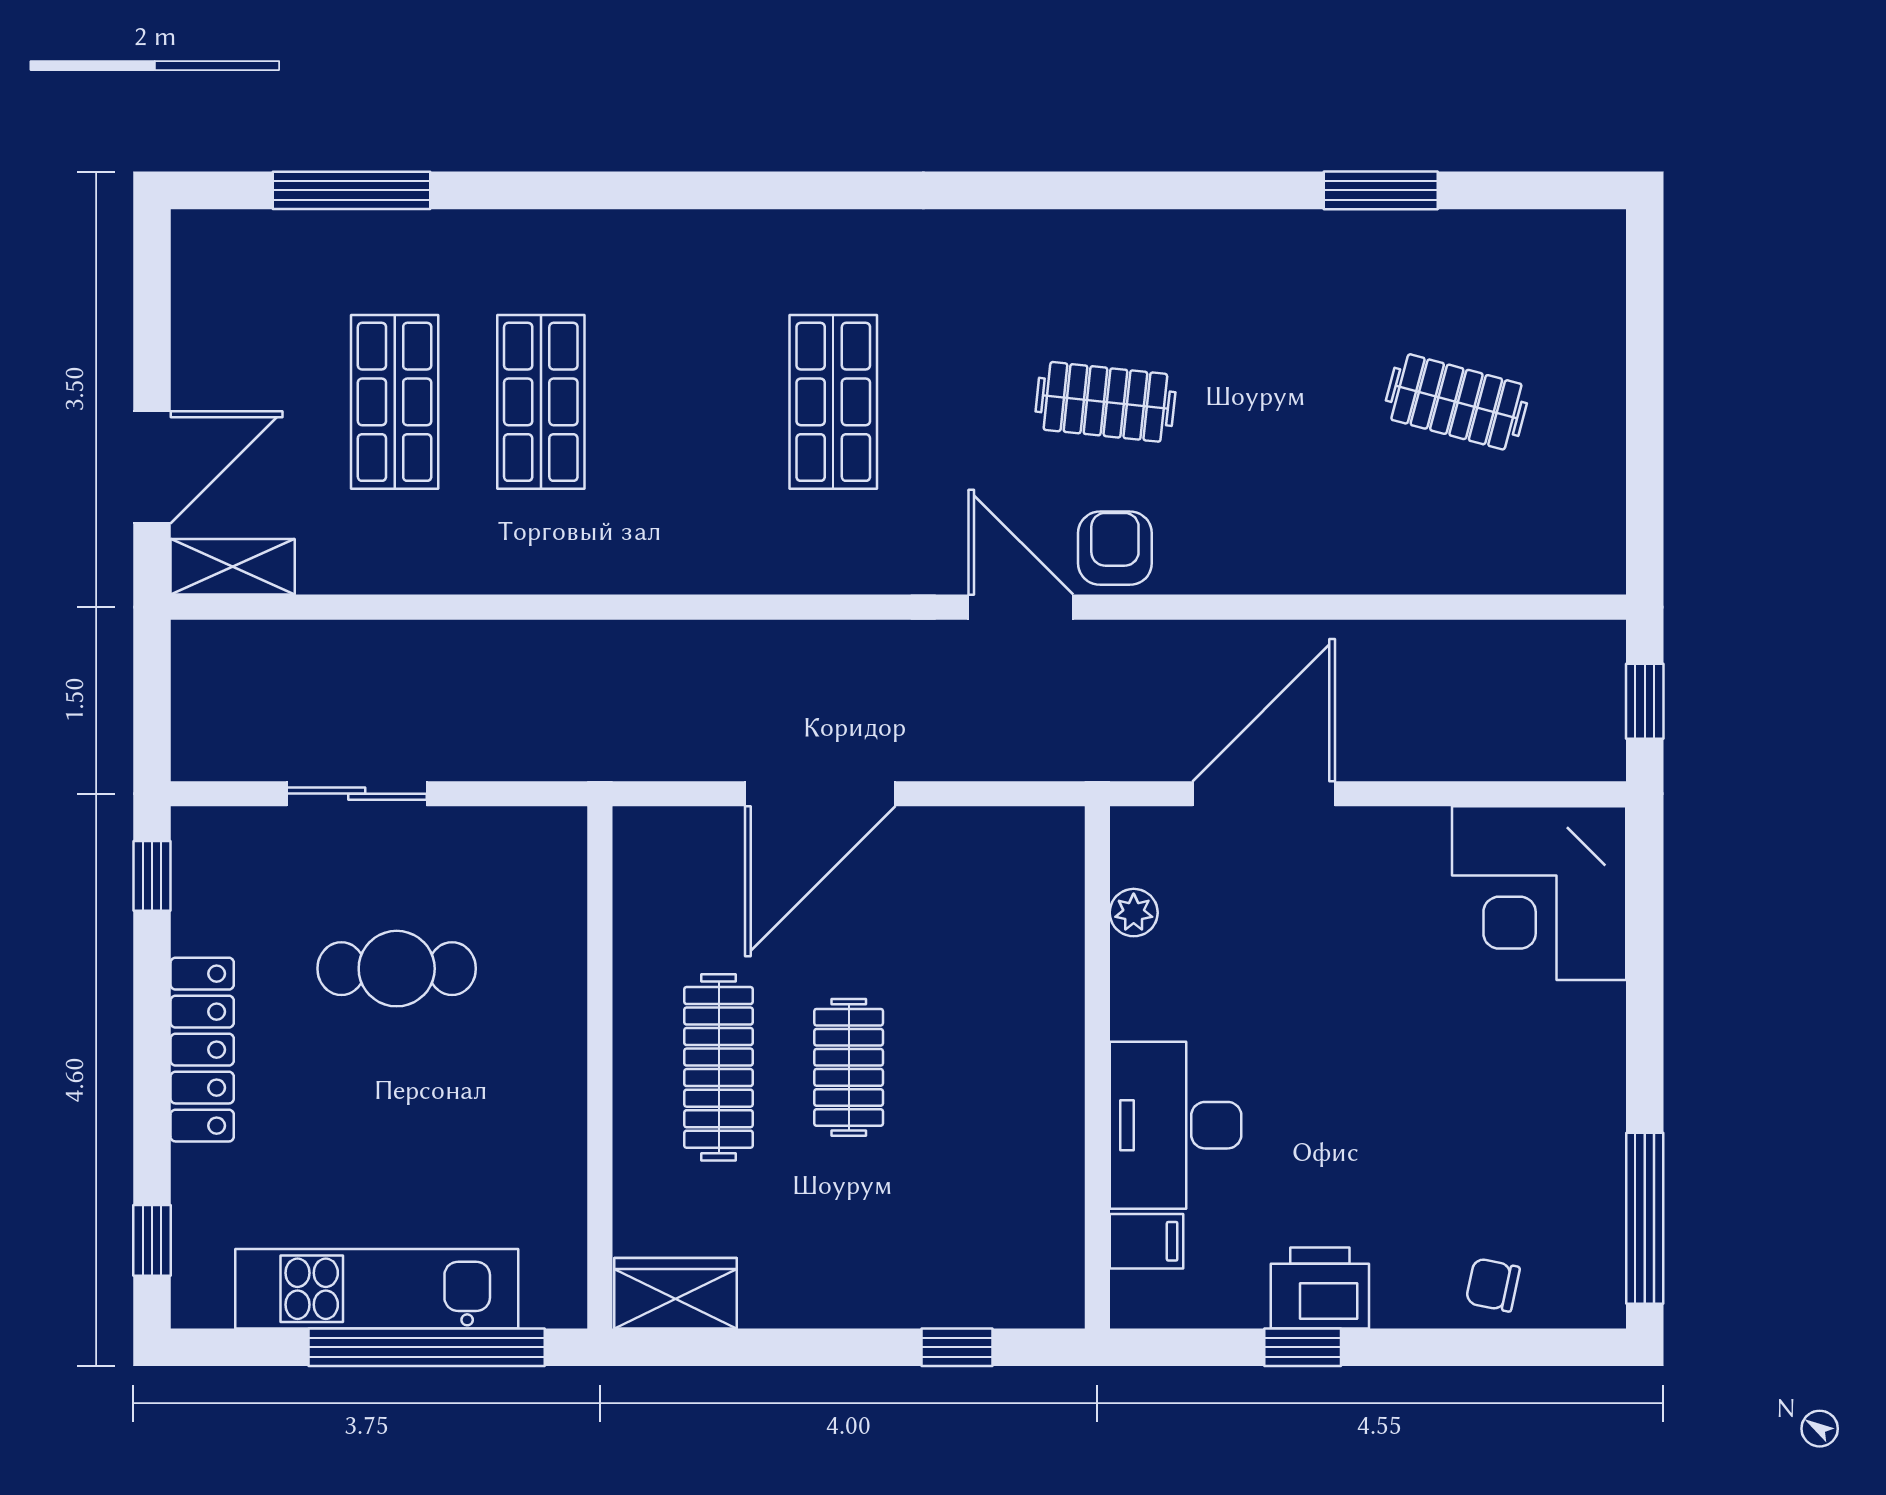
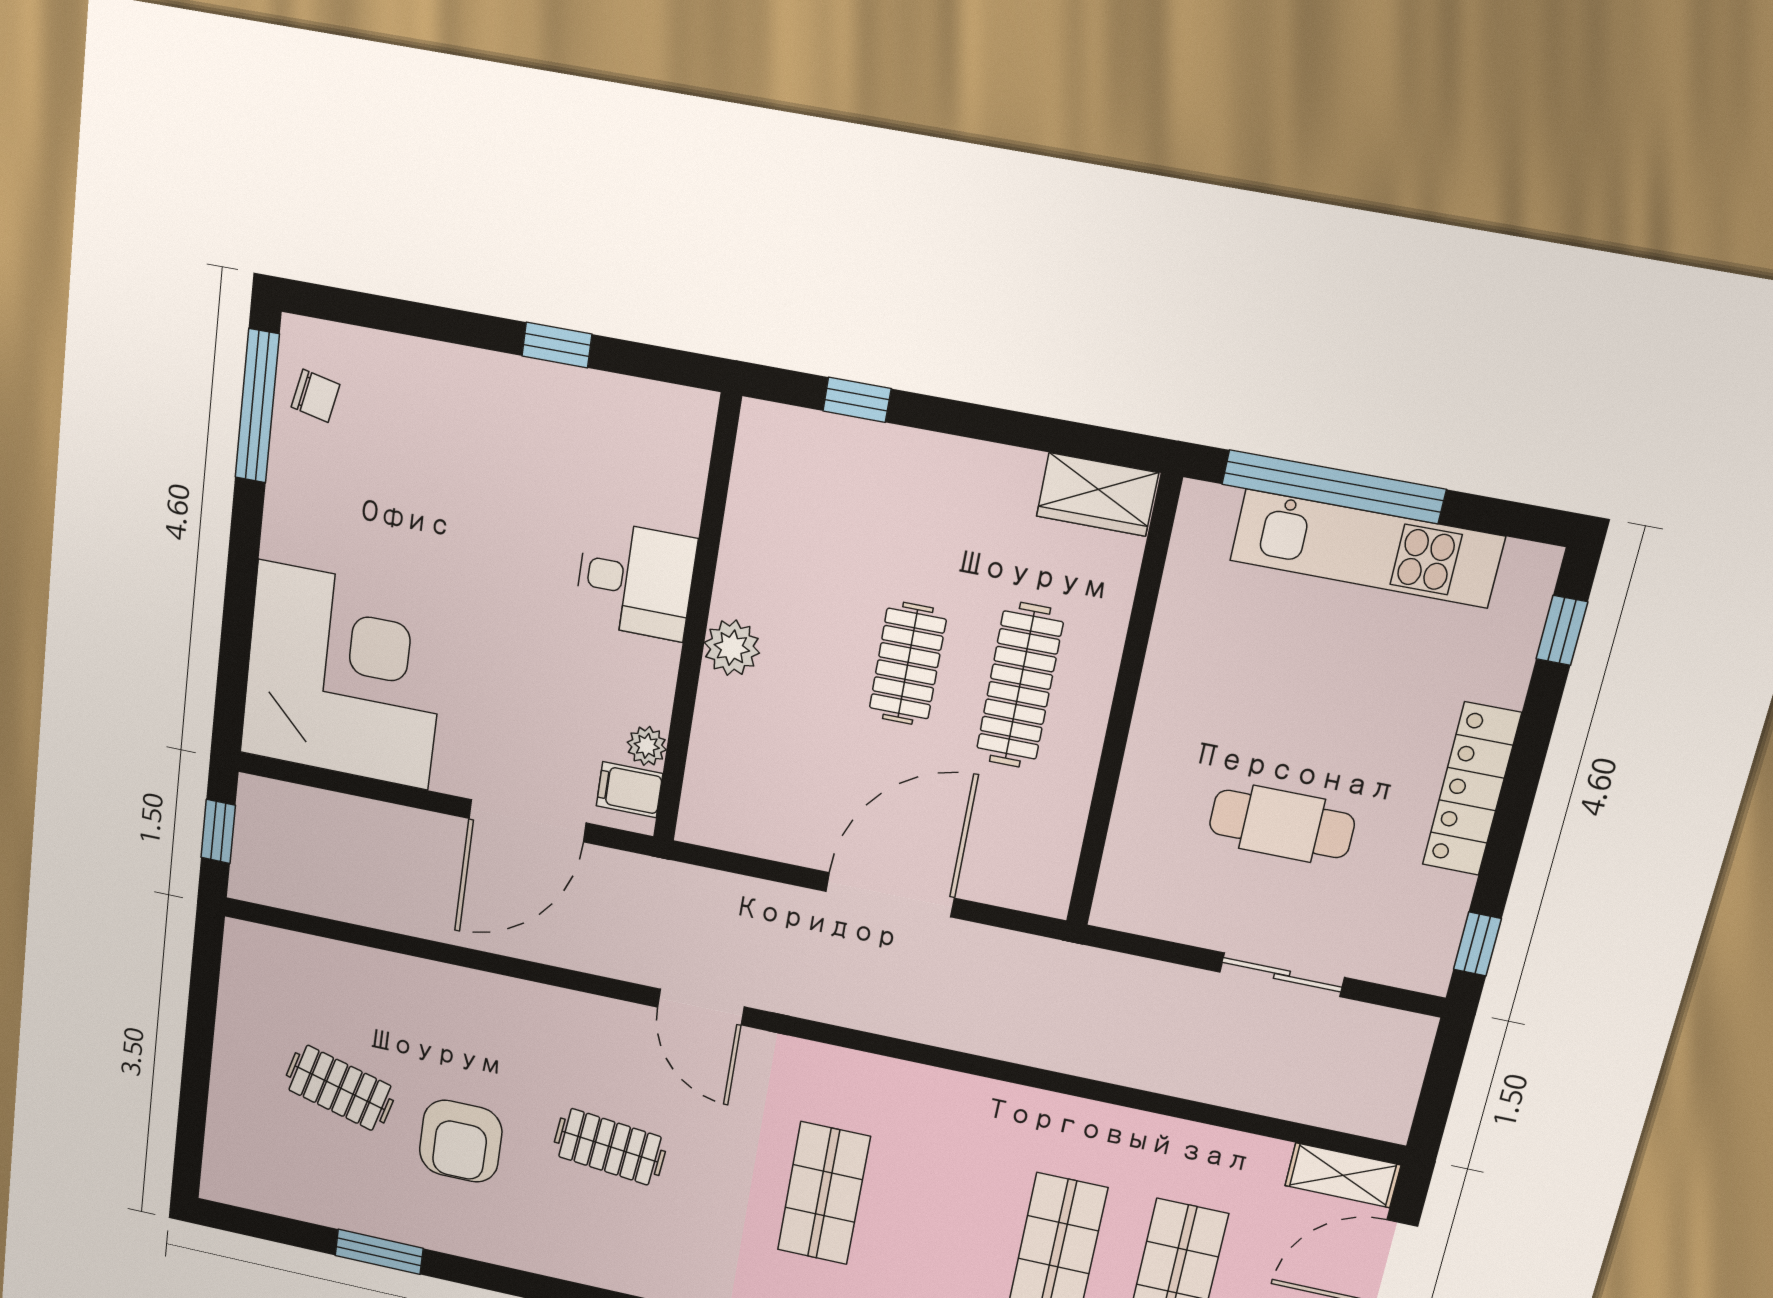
armchair: (1115, 548) -> (461, 1141), moved, width x1.38, depth x1.38
corner desk: (1539, 893) -> (344, 676), width x1.36, depth x1.36
plant: (1052, 1047) -> (732, 648), added
desk: (1176, 1125) -> (635, 580), width x0.73
filing cabinet: (1146, 1241) -> (629, 790), moved
chair: (1493, 1285) -> (315, 396), moved
printer: (1320, 1288) -> (535, 395), removed

